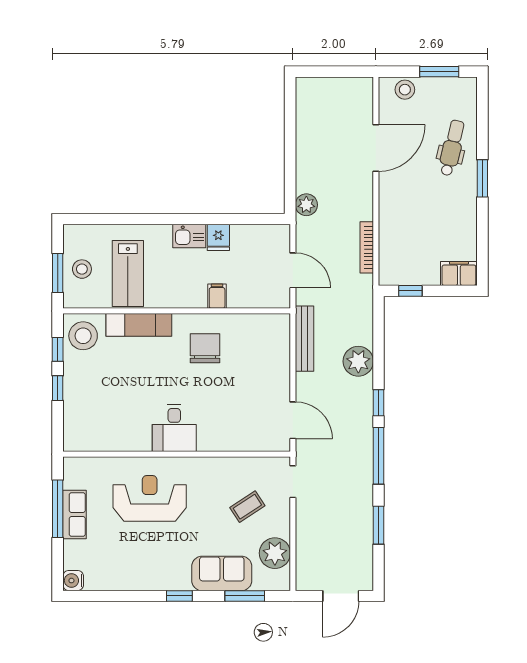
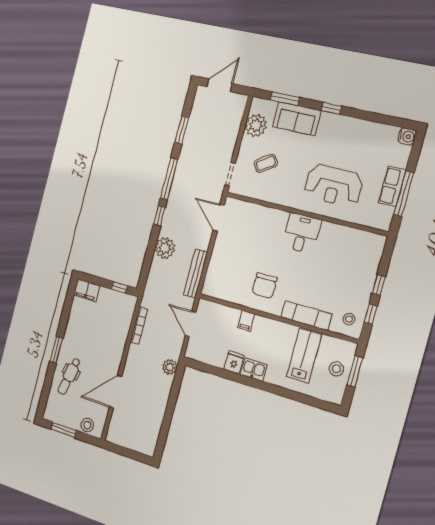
stool: (83, 336) -> (349, 319), width x0.53, depth x0.53

